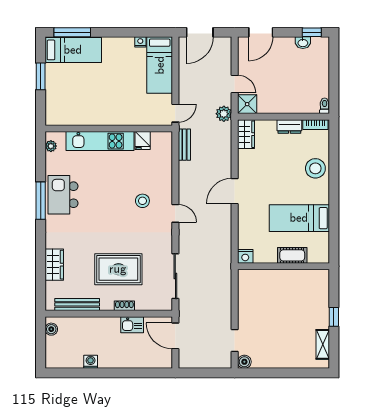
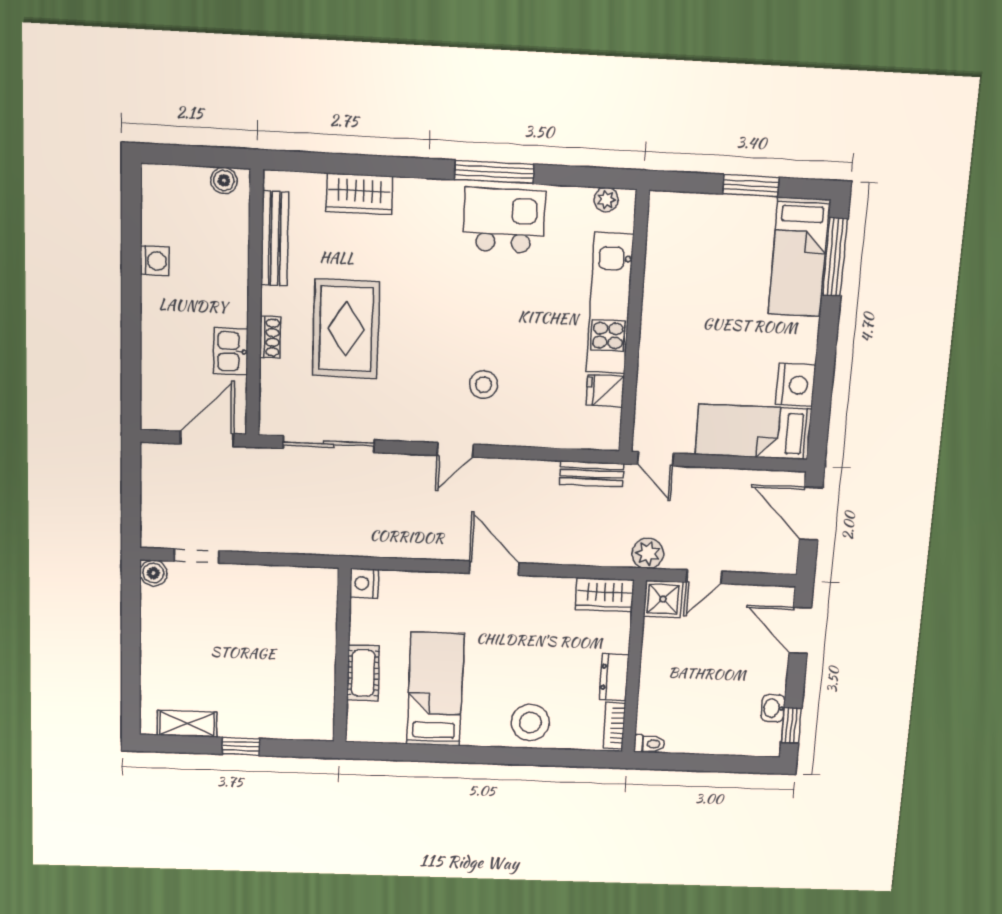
nightstand: (140, 42) -> (796, 385), width x1.89, depth x1.79

